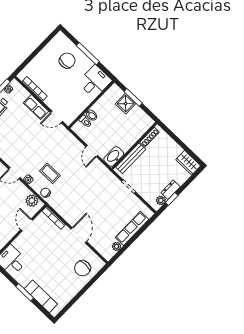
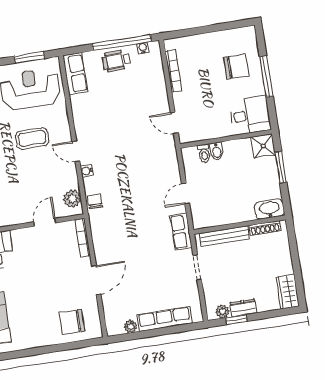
shower: (126, 104) -> (263, 146), moved
row of seats: (36, 107) -> (181, 232), moved
washbasin: (114, 156) -> (269, 209), moved
coffee table: (50, 173) -> (117, 183), removed

